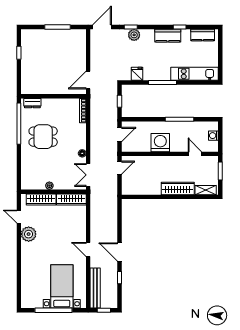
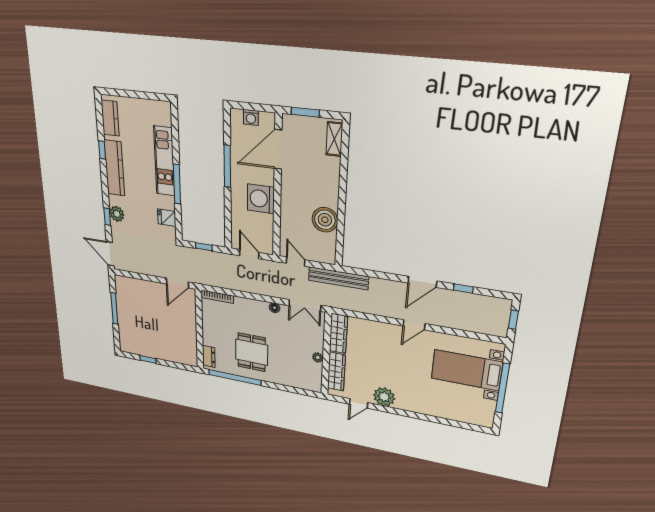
kitchen counter: (168, 36) -> (114, 168), width x1.50
kitchen unit: (195, 74) -> (164, 161), moved
door: (88, 80) -> (177, 283), hinge flipped
door: (195, 154) -> (278, 149), width x1.87
boiler: (152, 186) -> (325, 220), added
wardrobe: (178, 188) -> (330, 182), removed
bench: (95, 288) -> (338, 278), moved

